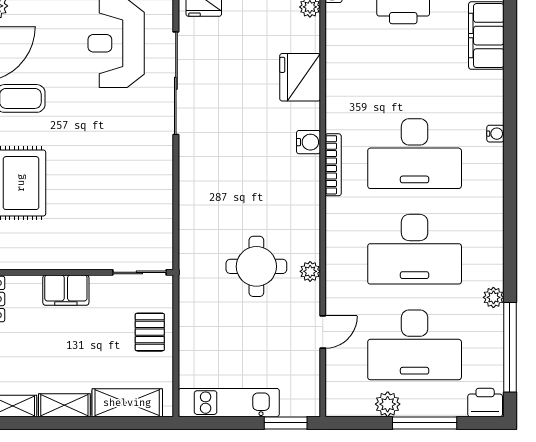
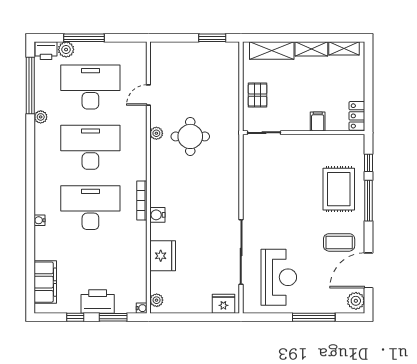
filing cabinet: (66, 290) -> (318, 122), width x0.50
kitchen unit: (229, 403) -> (208, 51), removed
plant: (388, 404) -> (66, 50), moved
window: (286, 423) -> (212, 38), moved

